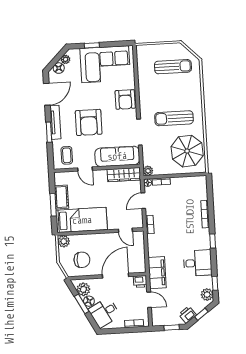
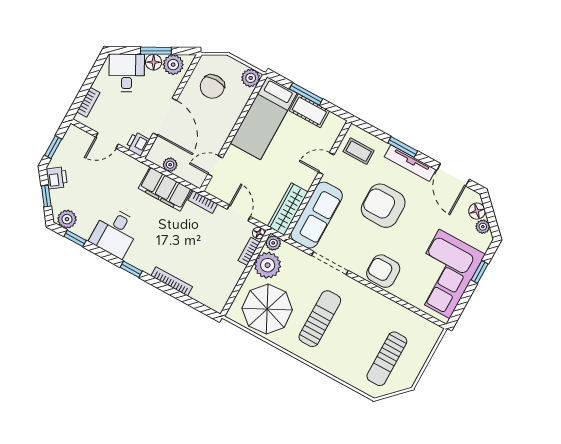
plant: (162, 166) -> (268, 265), added
plant: (140, 256) -> (170, 165), added
filing cabinet: (157, 273) -> (165, 189), moved

